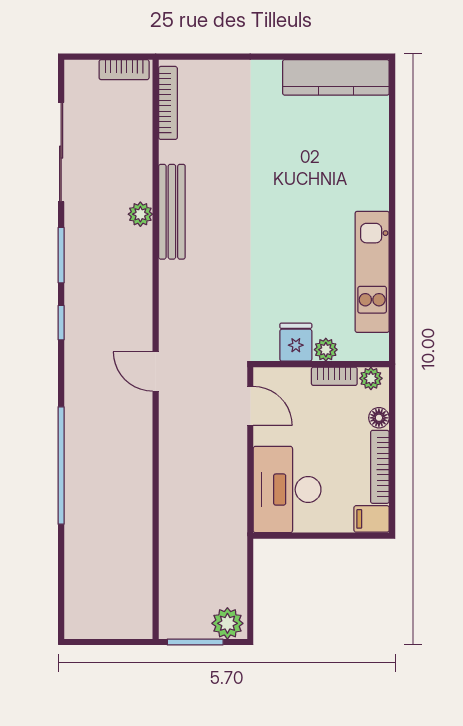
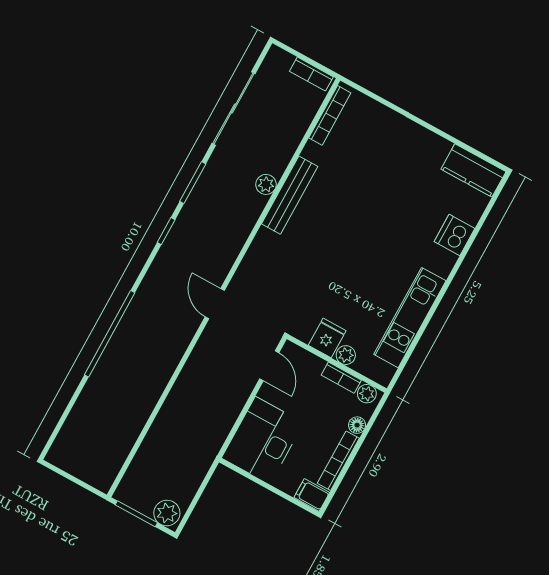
kitchen counter: (336, 77) -> (473, 170), width x0.67
dishwasher: (371, 157) -> (454, 235), added

